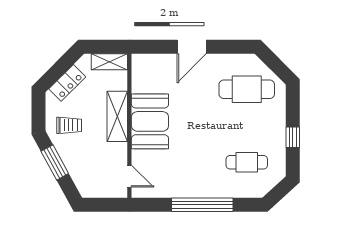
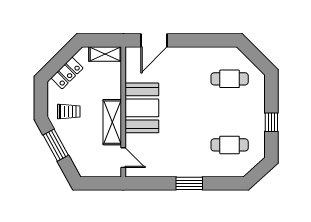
door: (192, 47) -> (154, 40), moved
cafe table: (247, 89) -> (230, 79), width x0.73, depth x0.74
shelving: (117, 116) -> (112, 122), moved
window: (202, 205) -> (189, 183), width x0.47

